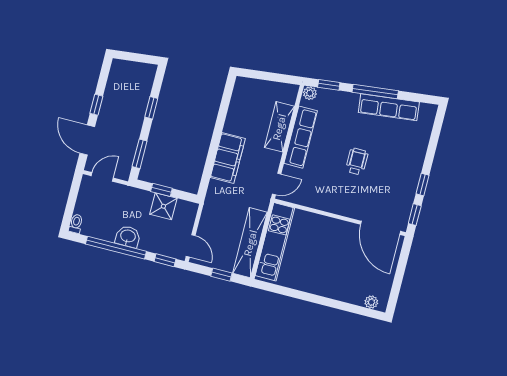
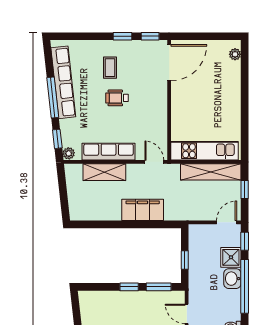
row of seats: (389, 107) -> (63, 82), width x1.36
window: (151, 108) -> (129, 287), moved
coffee table: (392, 162) -> (110, 68), added
shower: (163, 206) -> (231, 257), moved

